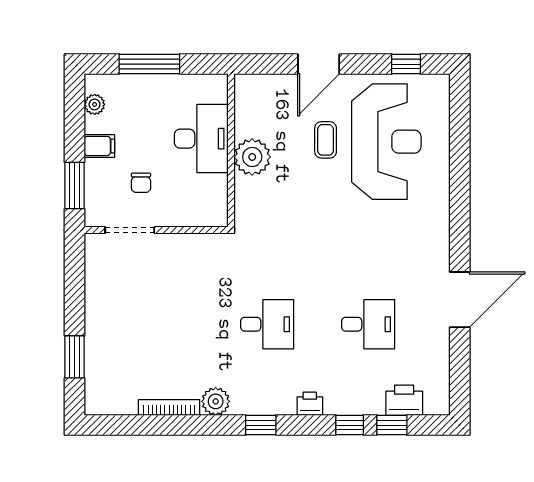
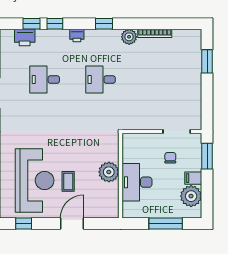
plant: (95, 104) -> (191, 196), width x1.88, depth x1.88
reception desk: (386, 142) -> (35, 181), turned 180

